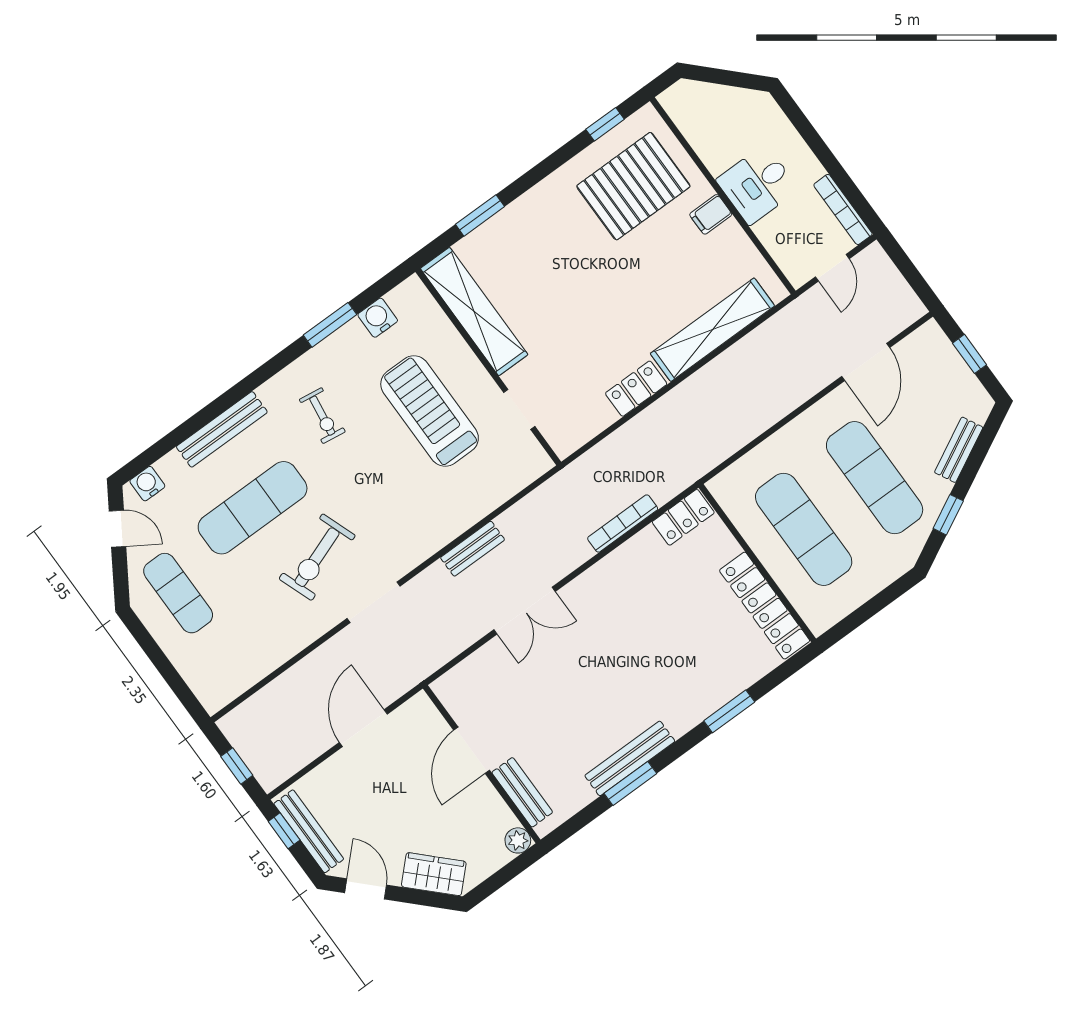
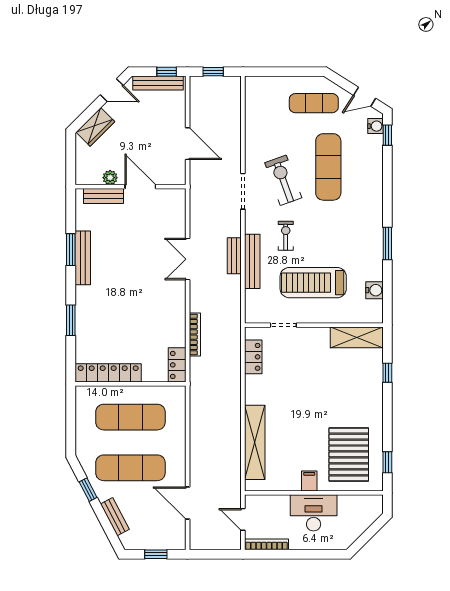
desk: (757, 185) -> (314, 513), width x1.37
window: (480, 215) -> (387, 373), width x0.67
shelving: (474, 312) -> (357, 337), width x0.68
window: (330, 325) -> (387, 243), moved
locker: (636, 389) -> (253, 357), moved
treadmill: (430, 411) -> (313, 283), turned 180
exercise bike: (322, 416) -> (286, 236), moved, turned 82
bench: (222, 429) -> (252, 261), moved
window: (148, 458) -> (387, 135), added
plant: (518, 840) -> (110, 178), moved

